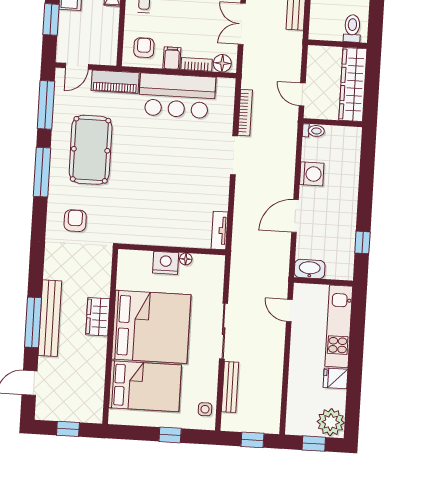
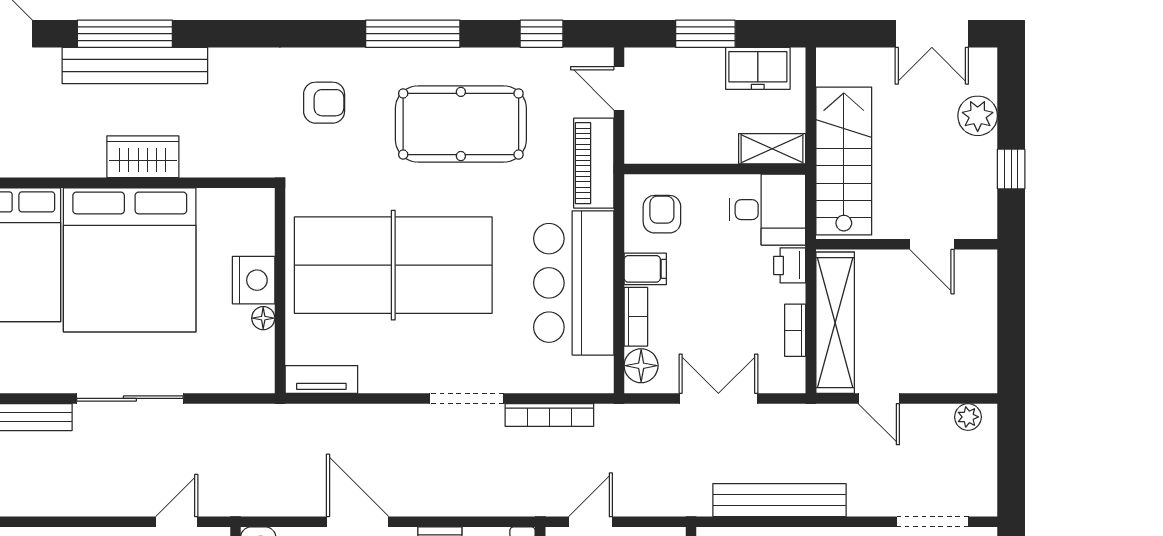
armchair: (144, 48) -> (662, 214), turned -90
window: (46, 105) -> (542, 34), width x0.46
table tennis table: (162, 189) -> (393, 265), added

